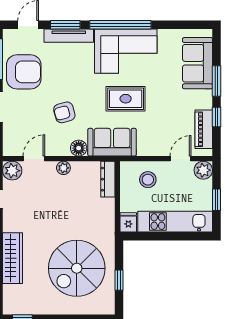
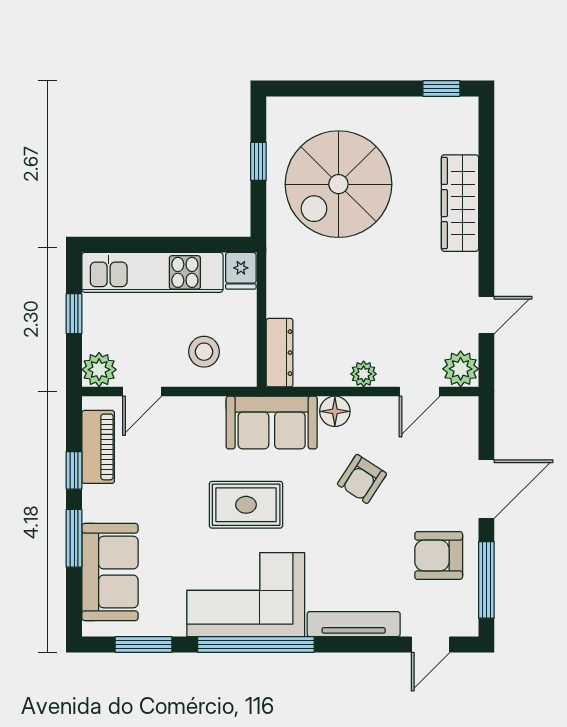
window: (65, 25) -> (143, 645), moved
armchair: (24, 72) -> (439, 555), width x0.73, depth x0.73
armchair: (64, 112) -> (362, 479), turned 139
spiral stairs: (77, 268) -> (338, 184), turned 180

